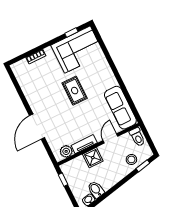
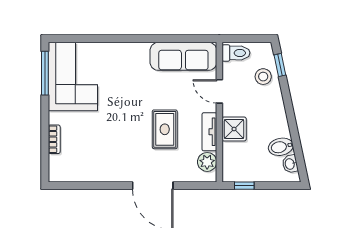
window: (71, 32) -> (45, 73), width x2.17
rug: (75, 91) -> (165, 129), moved, turned 90

